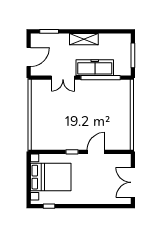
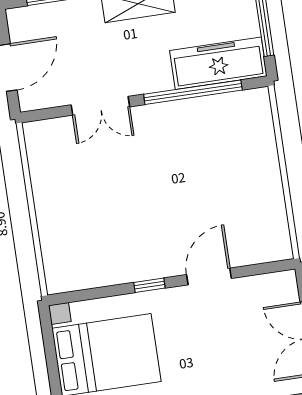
freezer: (95, 68) -> (218, 63), moved

